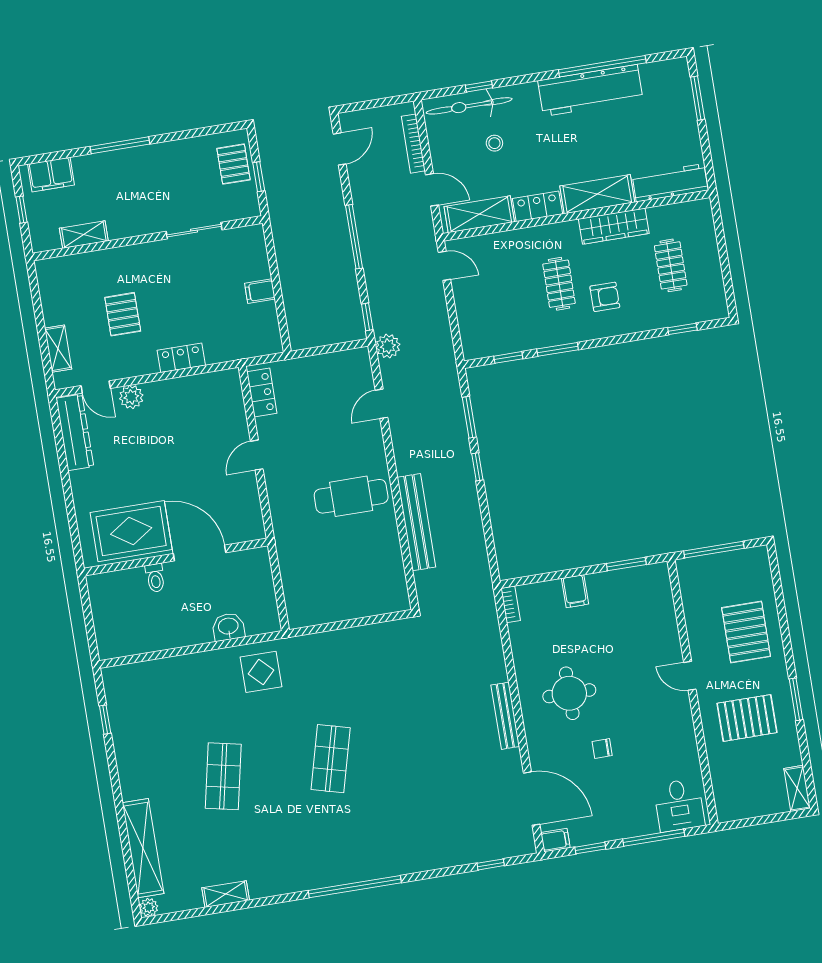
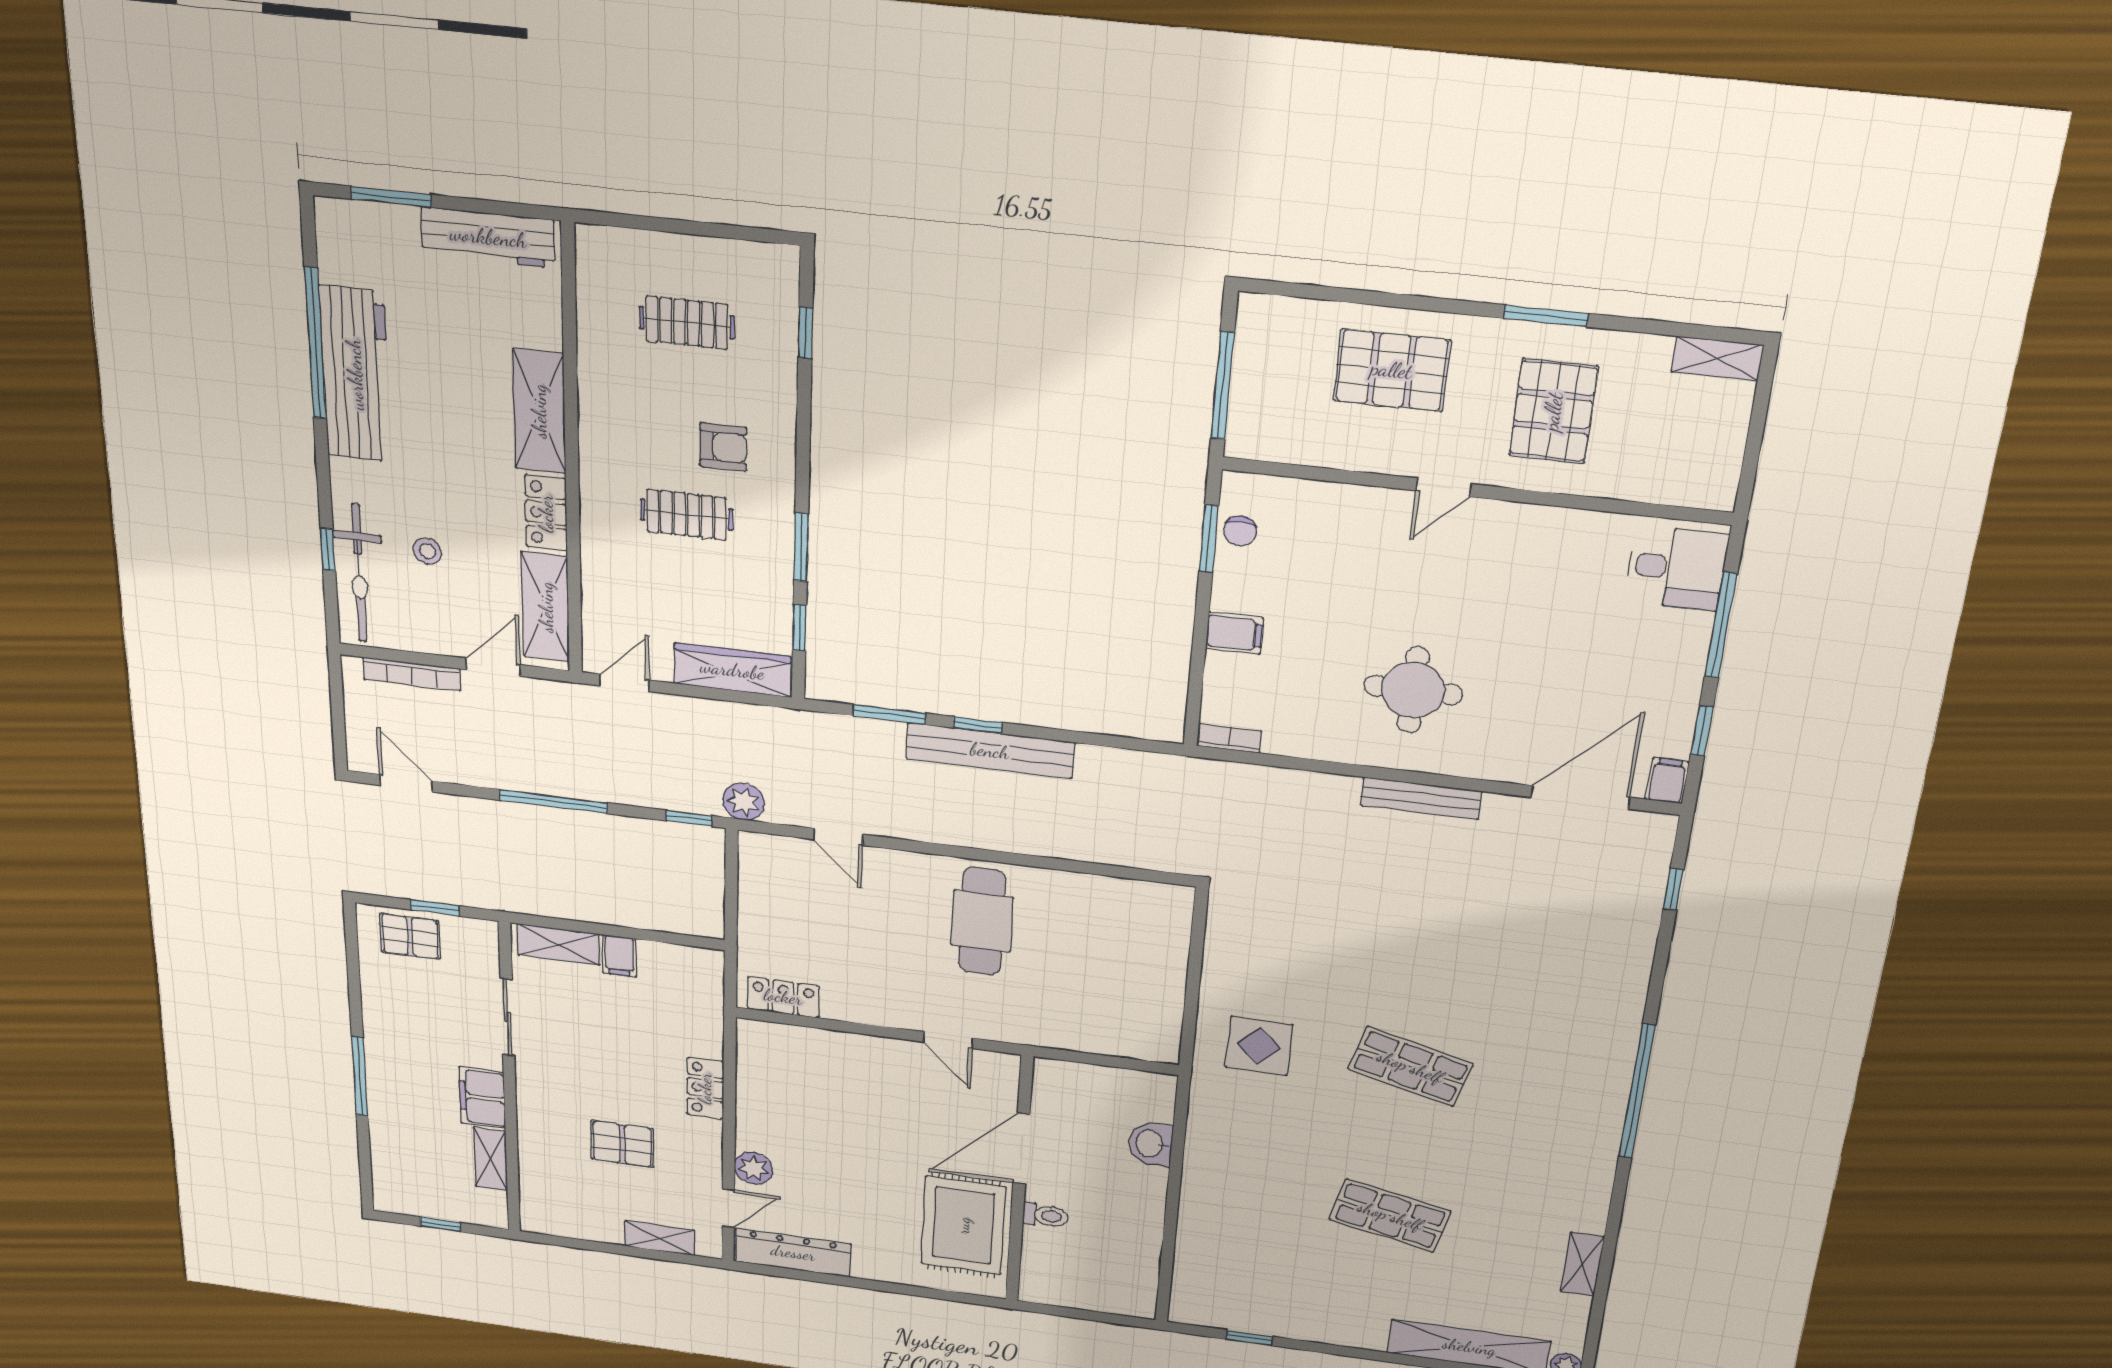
filing cabinet: (51, 175) -> (482, 1098), moved, turned 180
workbench: (670, 183) -> (488, 237), moved, turned -90
wardrobe: (614, 226) -> (732, 670), moved, turned -90
shelving: (256, 254) -> (559, 944), added
armchair: (605, 297) -> (723, 447), turned 90
door: (257, 455) -> (948, 1040), moved
bench: (416, 522) -> (990, 751), moved
display table: (261, 672) -> (1259, 1046), moved
chair: (602, 748) -> (1240, 531), moved

